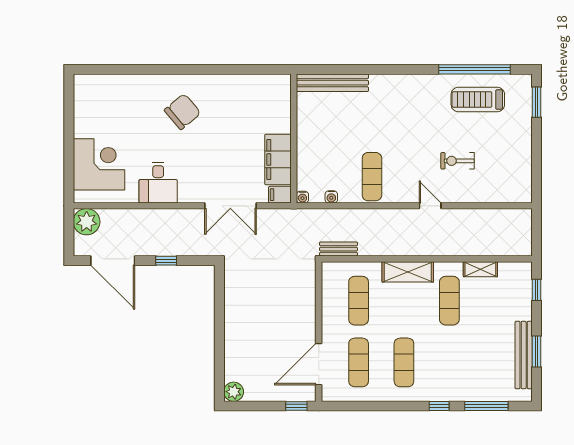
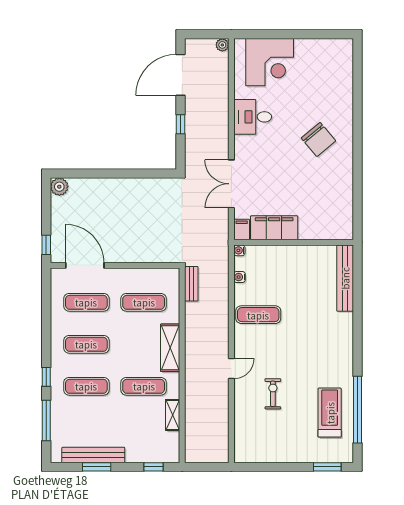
plant: (87, 222) -> (222, 45), width x0.53, depth x0.53
exercise mat: (449, 362) -> (86, 386), added

